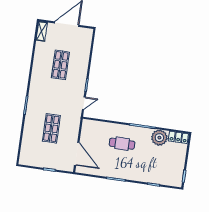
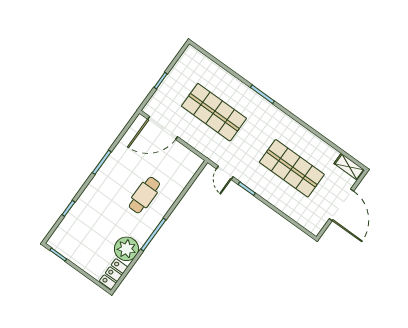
shop shelf: (60, 65) -> (292, 168), width x1.43, depth x1.36
shop shelf: (51, 128) -> (214, 112), width x1.43, depth x1.36

